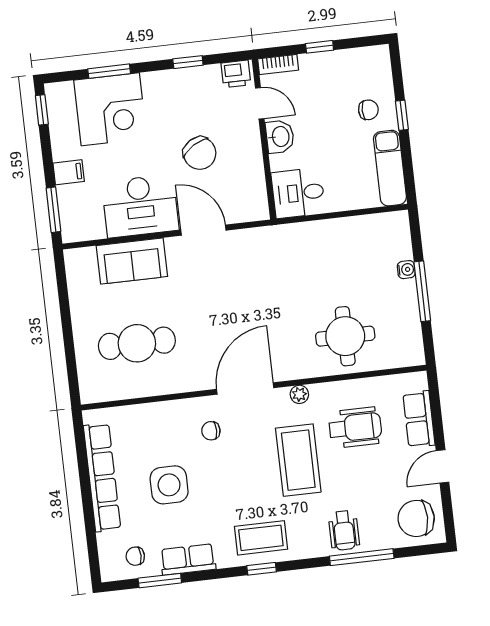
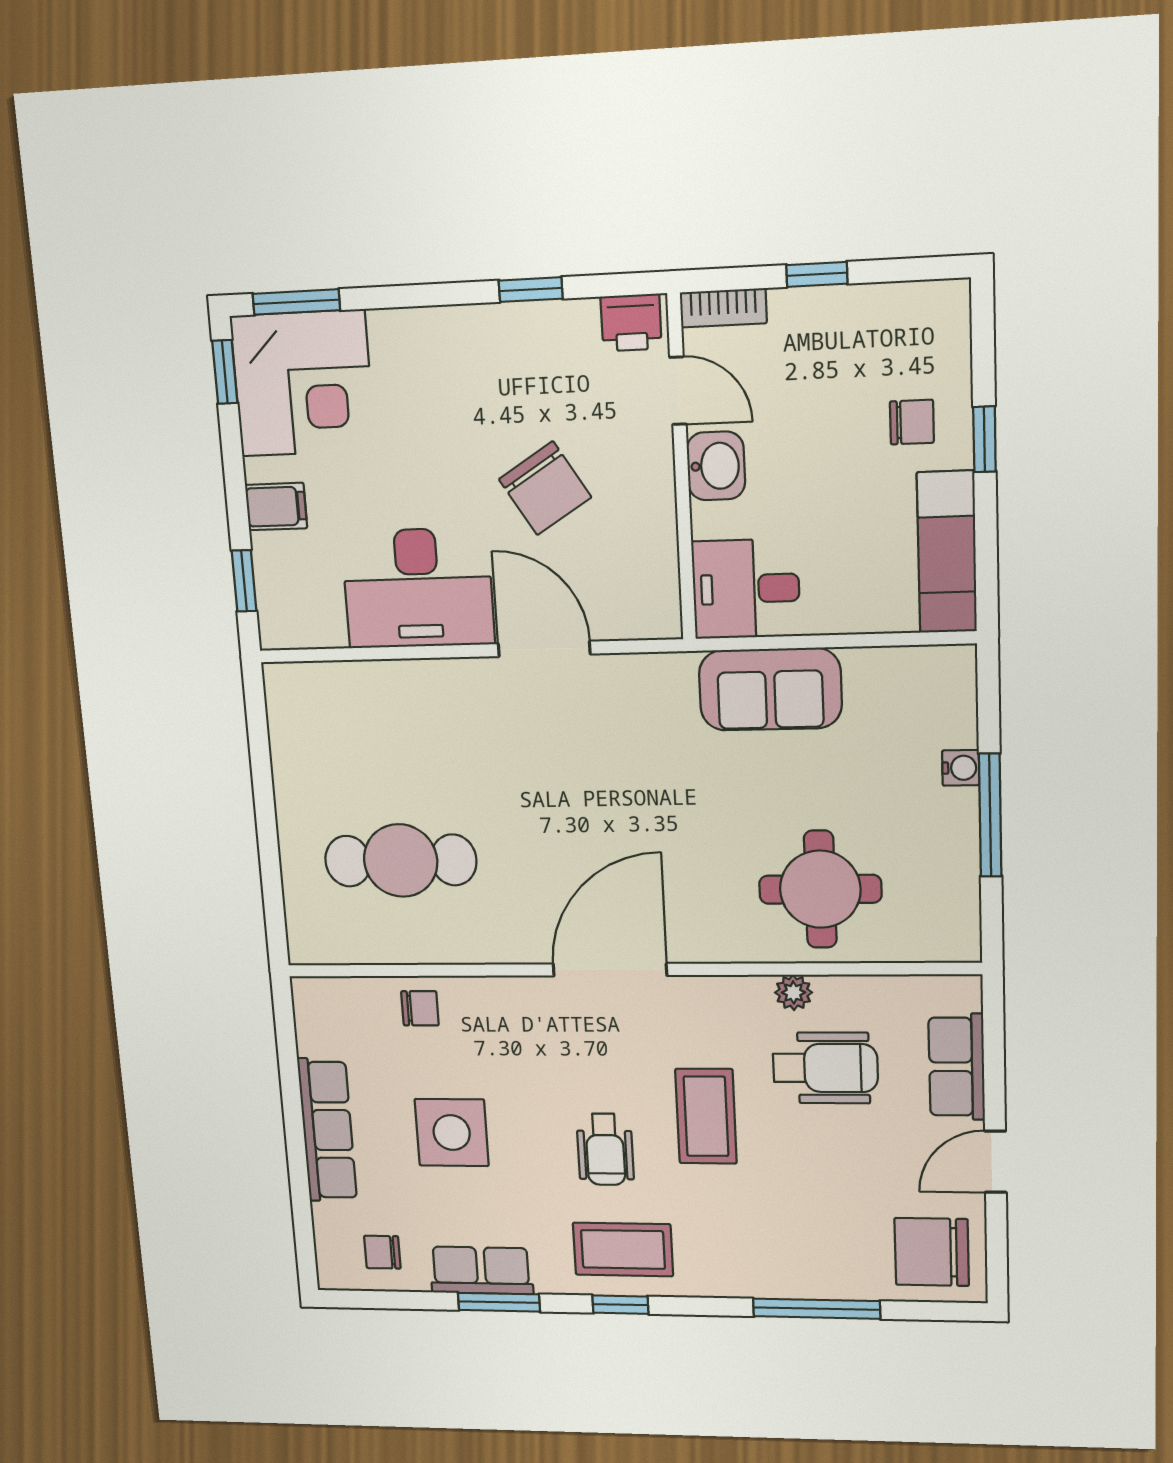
window: (109, 71) -> (296, 302), moved
corner desk: (110, 109) -> (303, 383), moved
window: (53, 210) -> (244, 581), width x0.67
sofa: (132, 261) -> (770, 689), moved
plant: (299, 394) -> (793, 992), moved
chair: (211, 431) -> (420, 1008), moved, turned 180
coffee table: (298, 460) -> (706, 1116), width x0.73, depth x0.76
row of seats: (102, 477) -> (327, 1130), width x0.73
wheelchair: (344, 530) -> (605, 1149), moved
window: (160, 581) -> (499, 1302), moved

